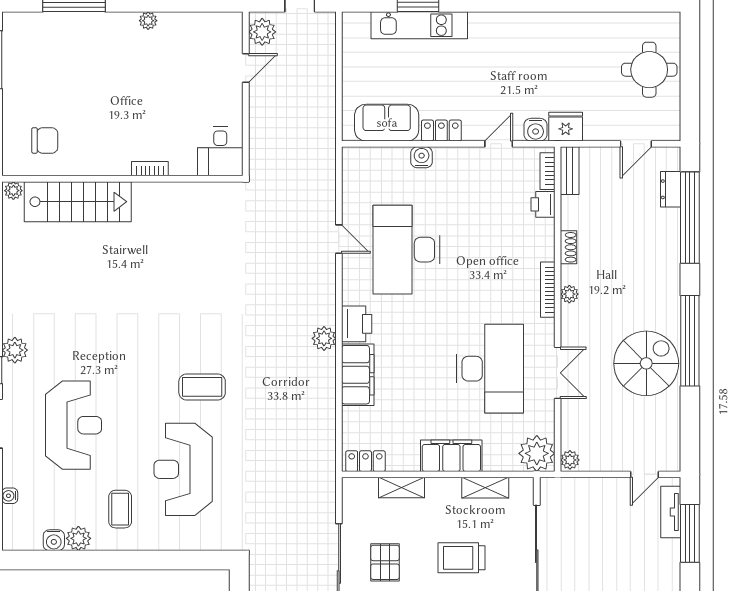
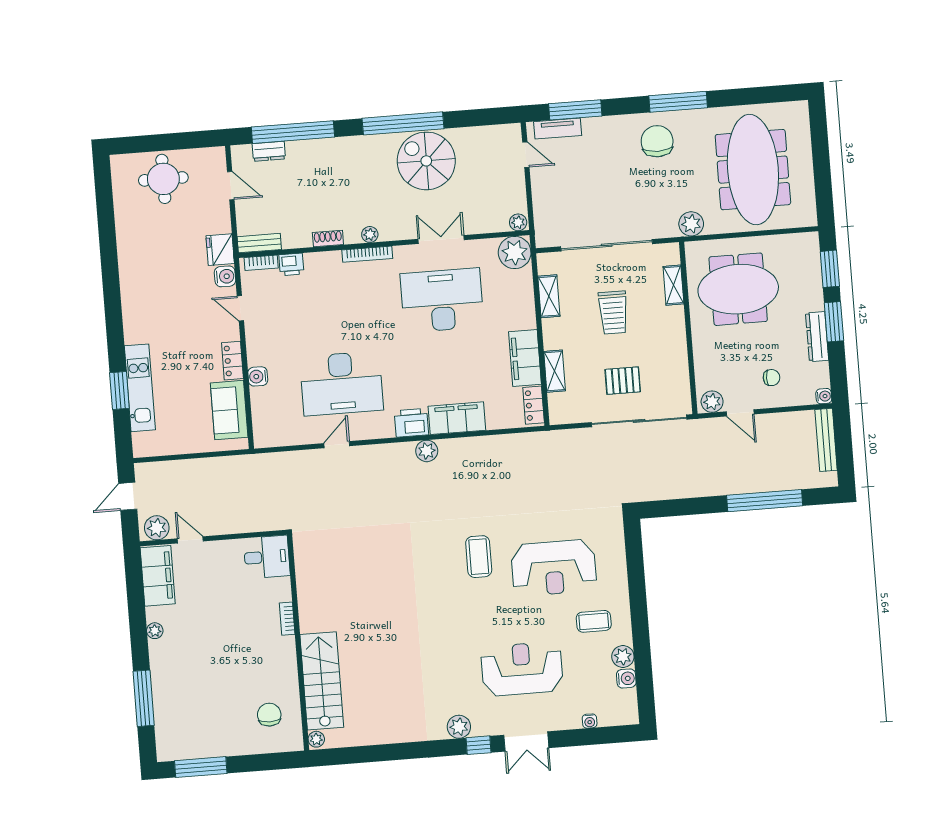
filing cabinet: (209, 29) -> (158, 576), added
filing cabinet: (451, 456) -> (525, 358), moved

